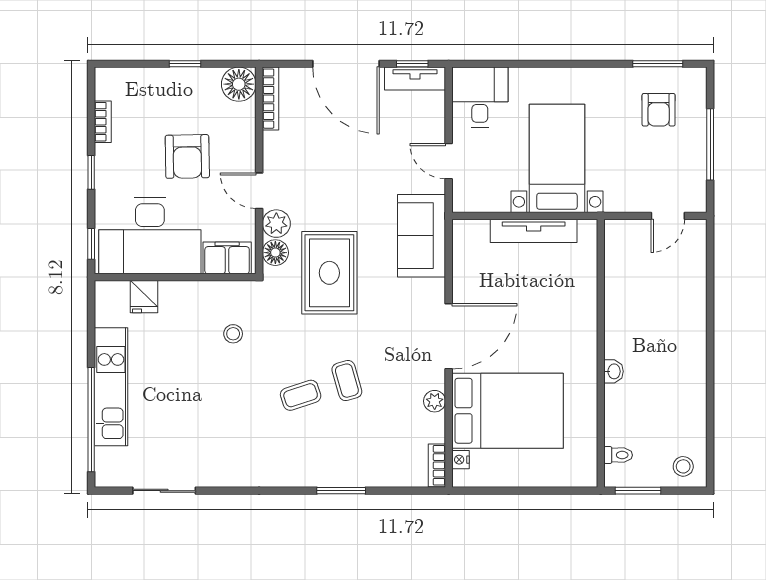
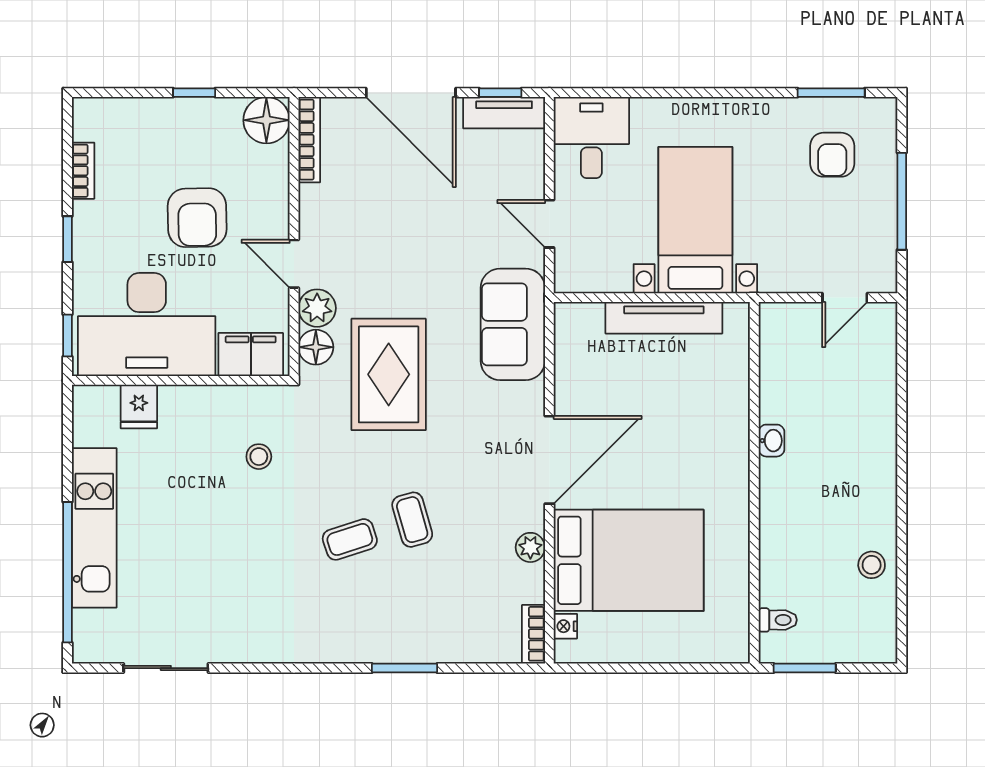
washbasin: (614, 371) -> (772, 441), moved
stool: (683, 466) -> (872, 565), moved

